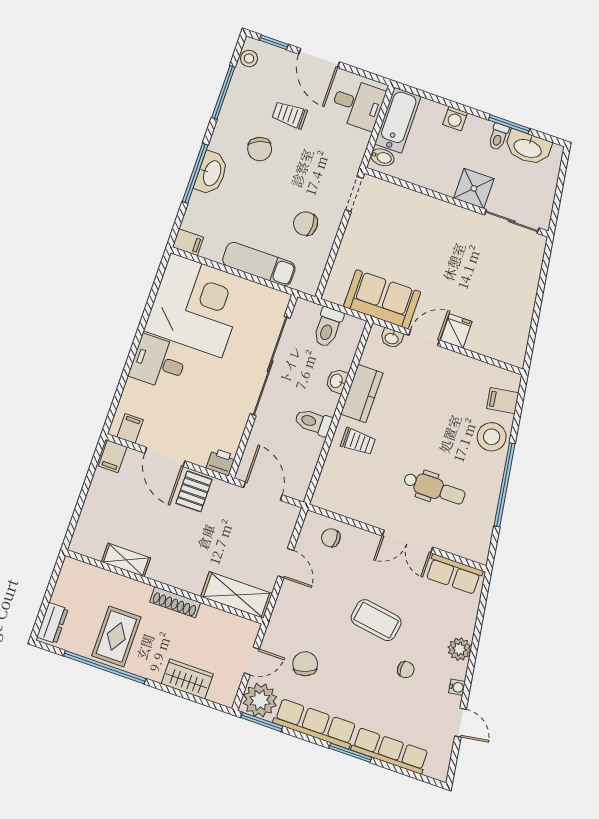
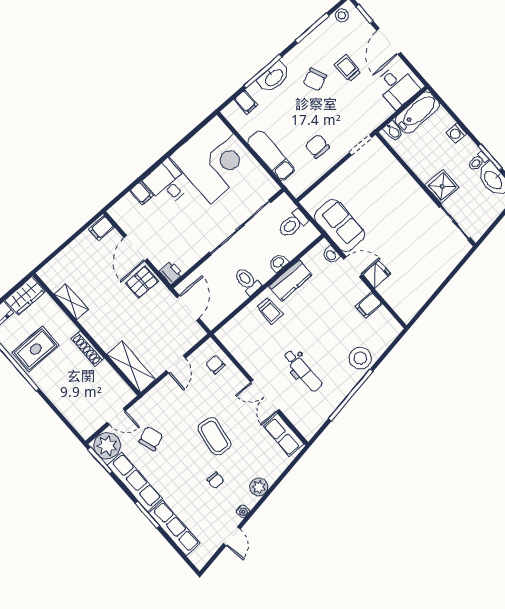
filing cabinet: (188, 242) -> (246, 102), moved
filing cabinet: (503, 401) -> (369, 305), moved, turned -81
filing cabinet: (130, 429) -> (141, 193), moved, turned 90
wardrobe: (187, 679) -> (25, 296), moved, turned 90

